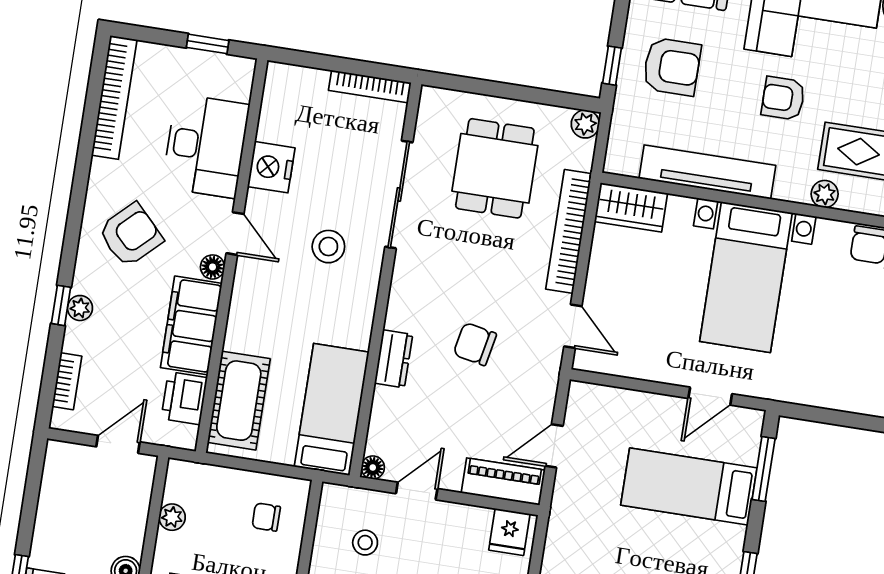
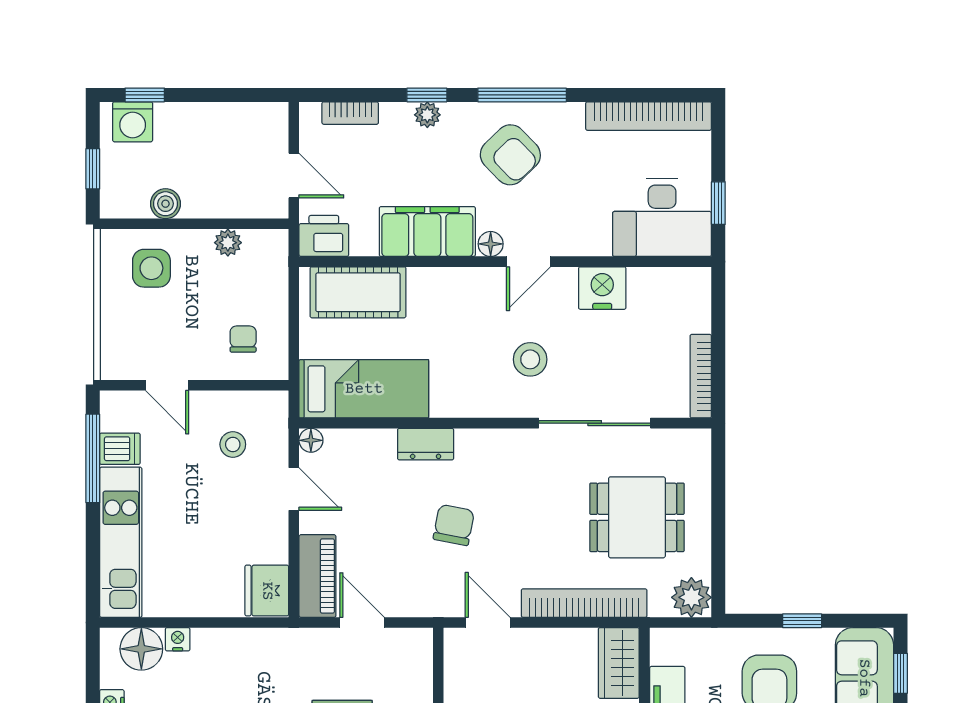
window: (612, 66) -> (802, 621), moved
plant: (585, 124) -> (691, 597), width x1.38, depth x1.38
desk: (206, 146) -> (662, 218), moved
window: (75, 215) -> (522, 95), added
door: (573, 326) -> (488, 622), swing flipped
printer: (184, 398) -> (324, 236), moved
fridge: (509, 532) -> (267, 591), width x1.38

